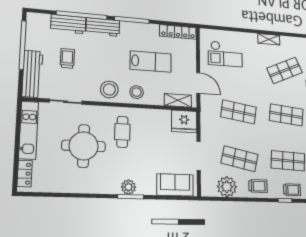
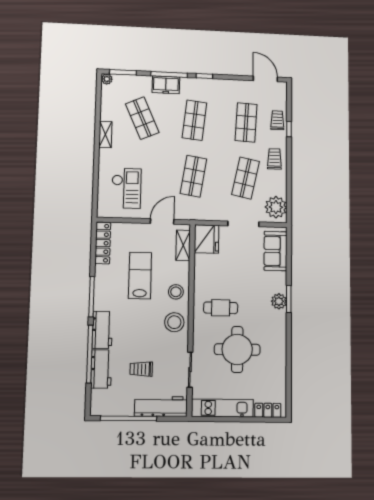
plant: (227, 187) -> (276, 207), moved

